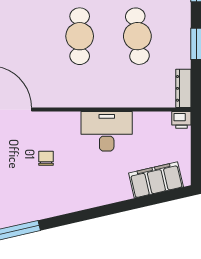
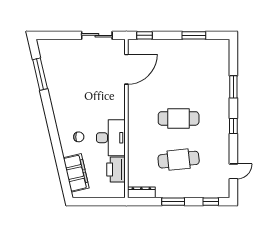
printer: (181, 120) -> (116, 169), moved, width x1.87, depth x1.48
chair: (46, 158) -> (79, 137), moved

